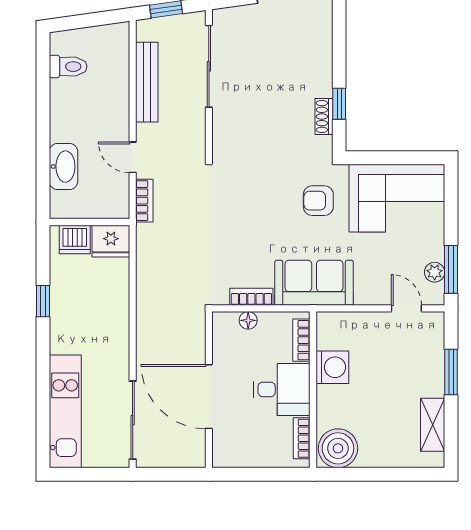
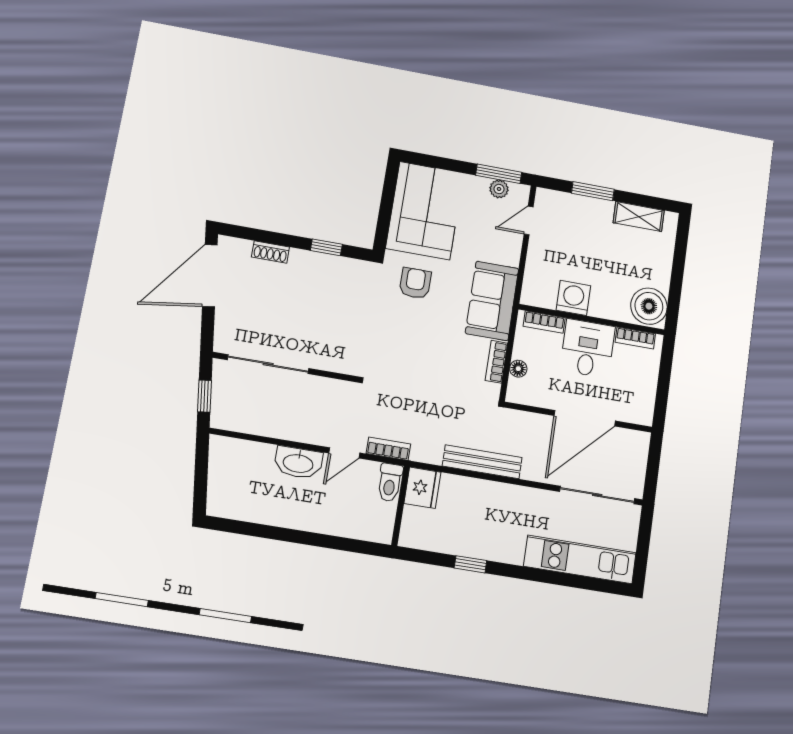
toilet: (68, 67) -> (390, 482), moved, turned 180
bench: (147, 82) -> (482, 462), moved
shoe rack: (324, 116) -> (270, 252), moved
washbasin: (63, 167) -> (298, 463), moved, turned 180
armchair: (318, 201) -> (415, 283), turned 180
dishwasher: (75, 239) -> (415, 523), removed

